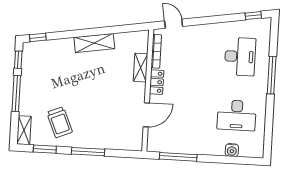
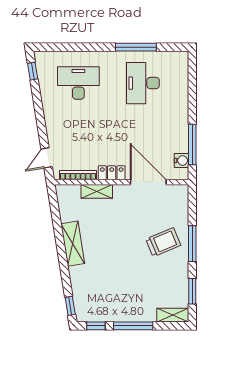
window: (272, 75) -> (136, 47), moved
door: (146, 115) -> (148, 182), width x1.36
desk: (237, 115) -> (143, 83), turned 180
trolley: (60, 122) -> (163, 242), moved
water cooler: (232, 150) -> (181, 161), moved

